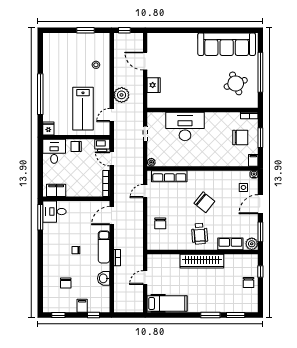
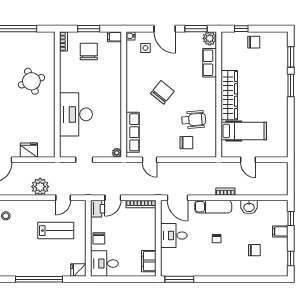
round table: (236, 83) -> (31, 81), moved
lab bench: (83, 109) -> (56, 231), width x0.73, depth x0.72
door: (112, 115) -> (63, 198), hinge flipped
desk: (54, 212) -> (174, 236), moved, turned 90
wheelchair: (200, 234) -> (194, 120), moved
hospital bed: (167, 303) -> (244, 131), moved, turned 90

